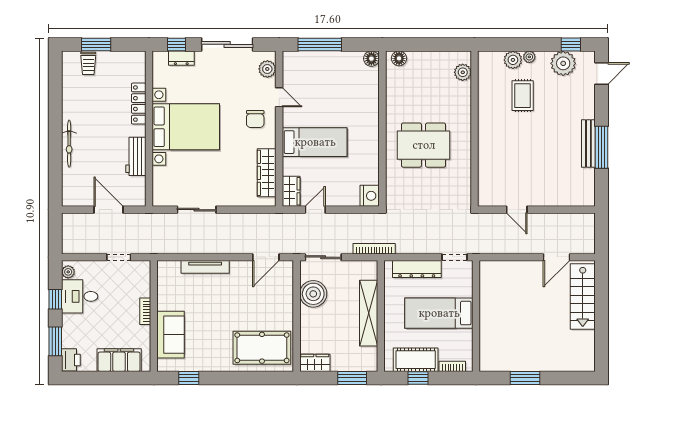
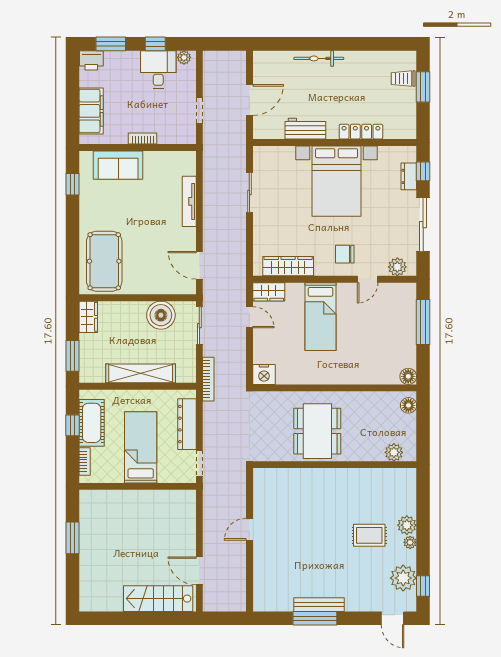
plant: (463, 72) -> (394, 452), moved
wall: (474, 129) -> (335, 465), moved

